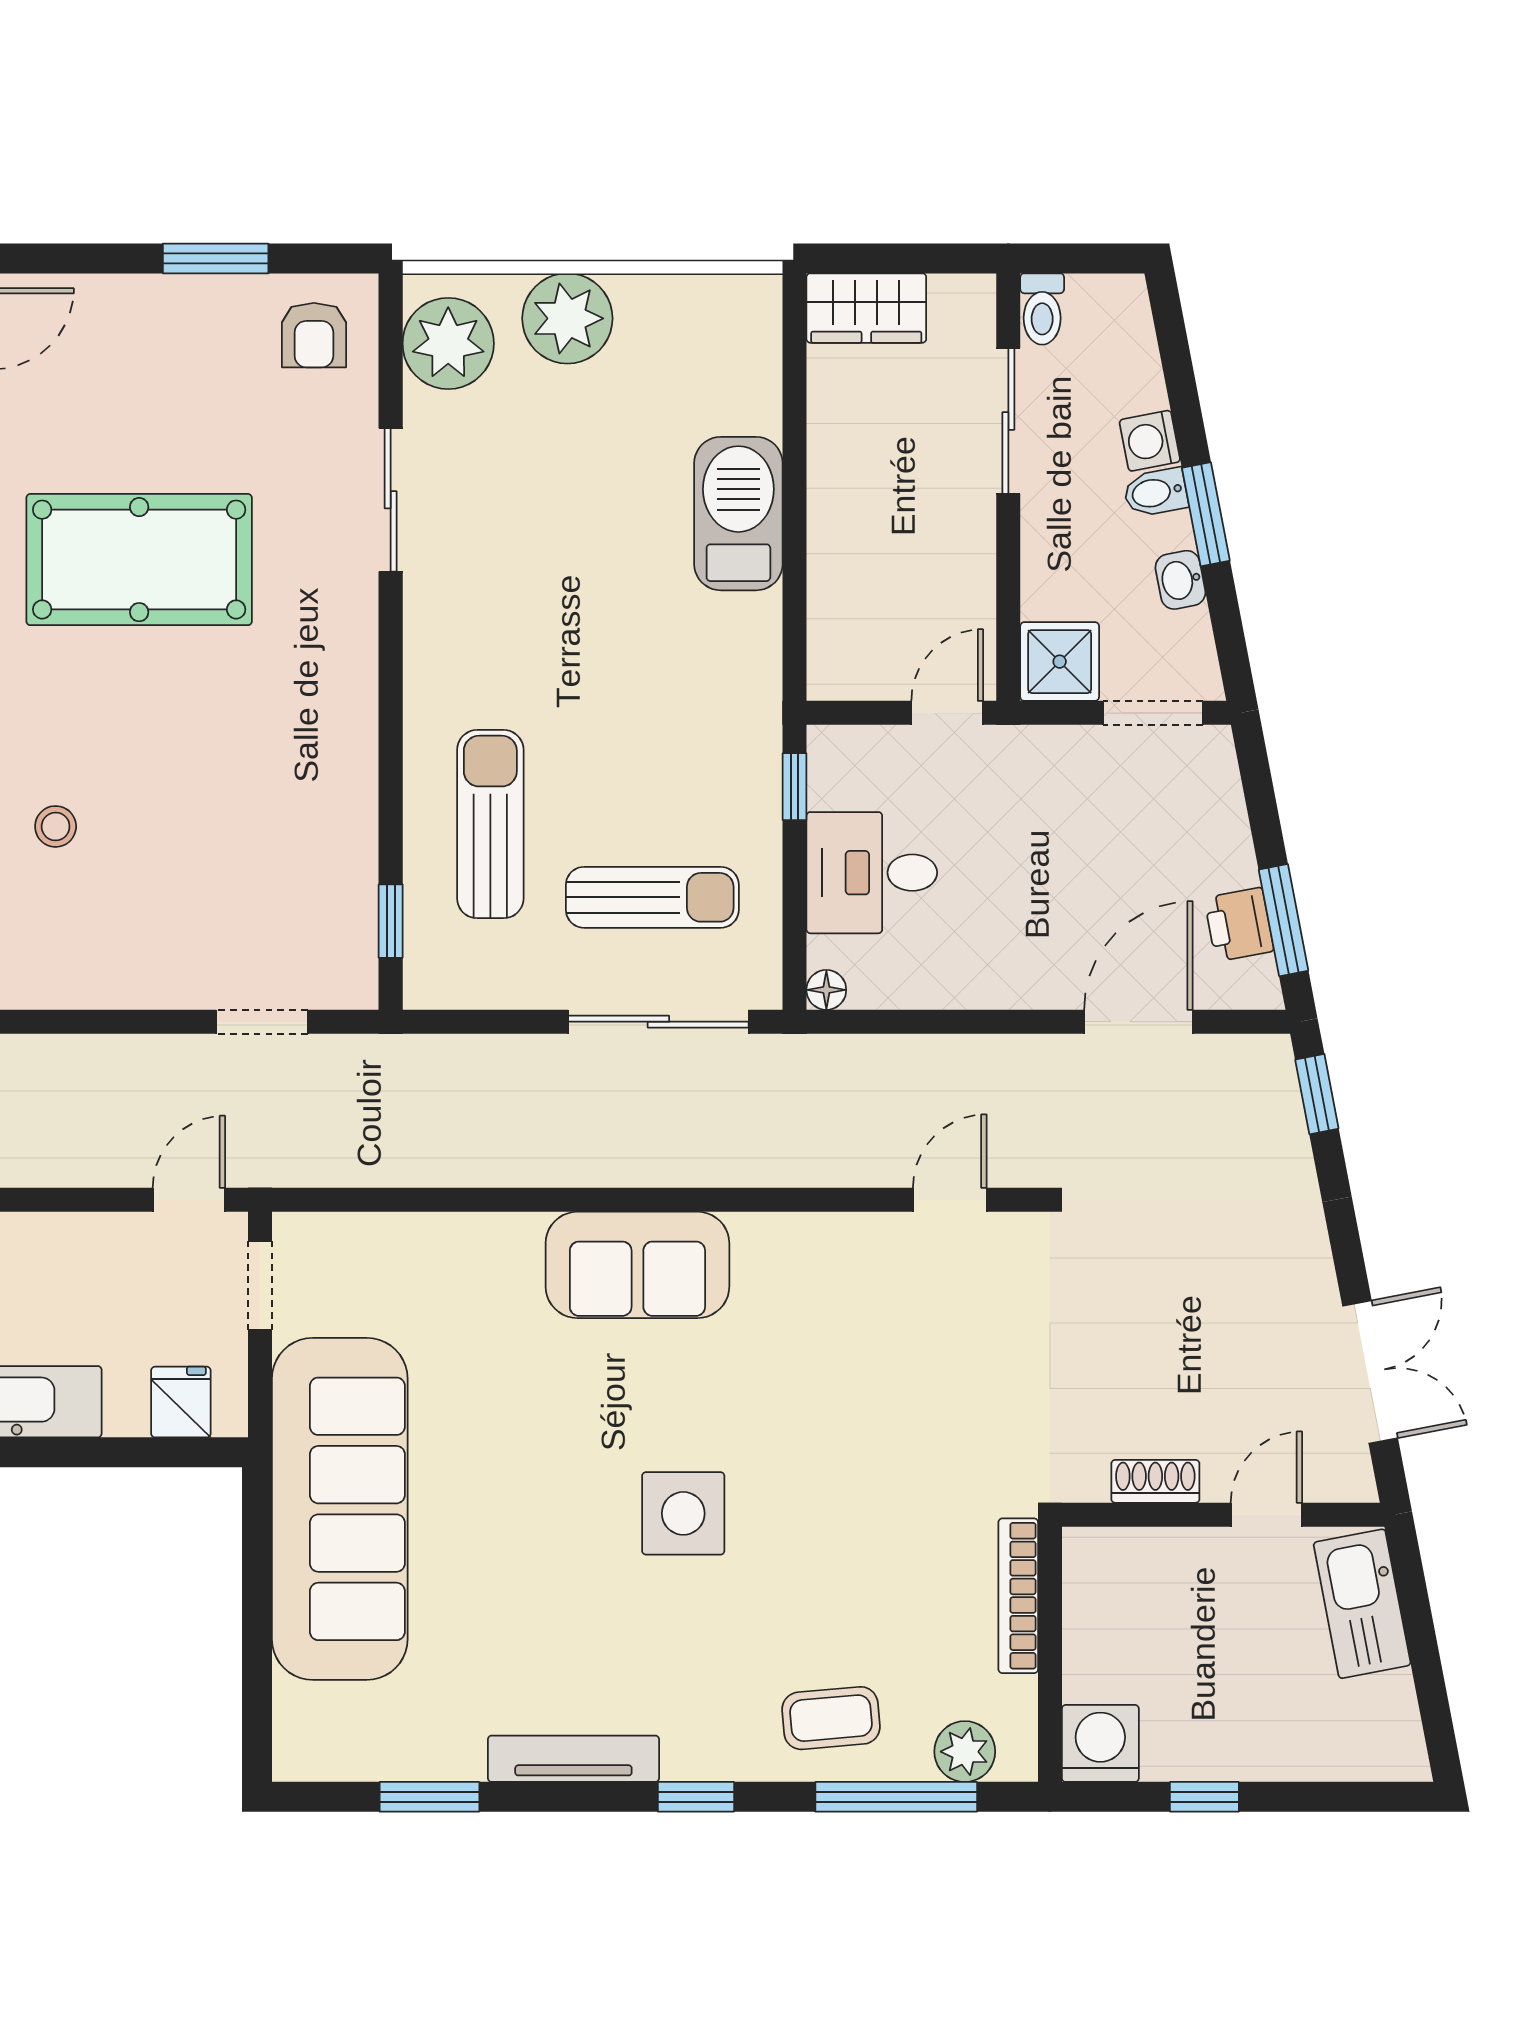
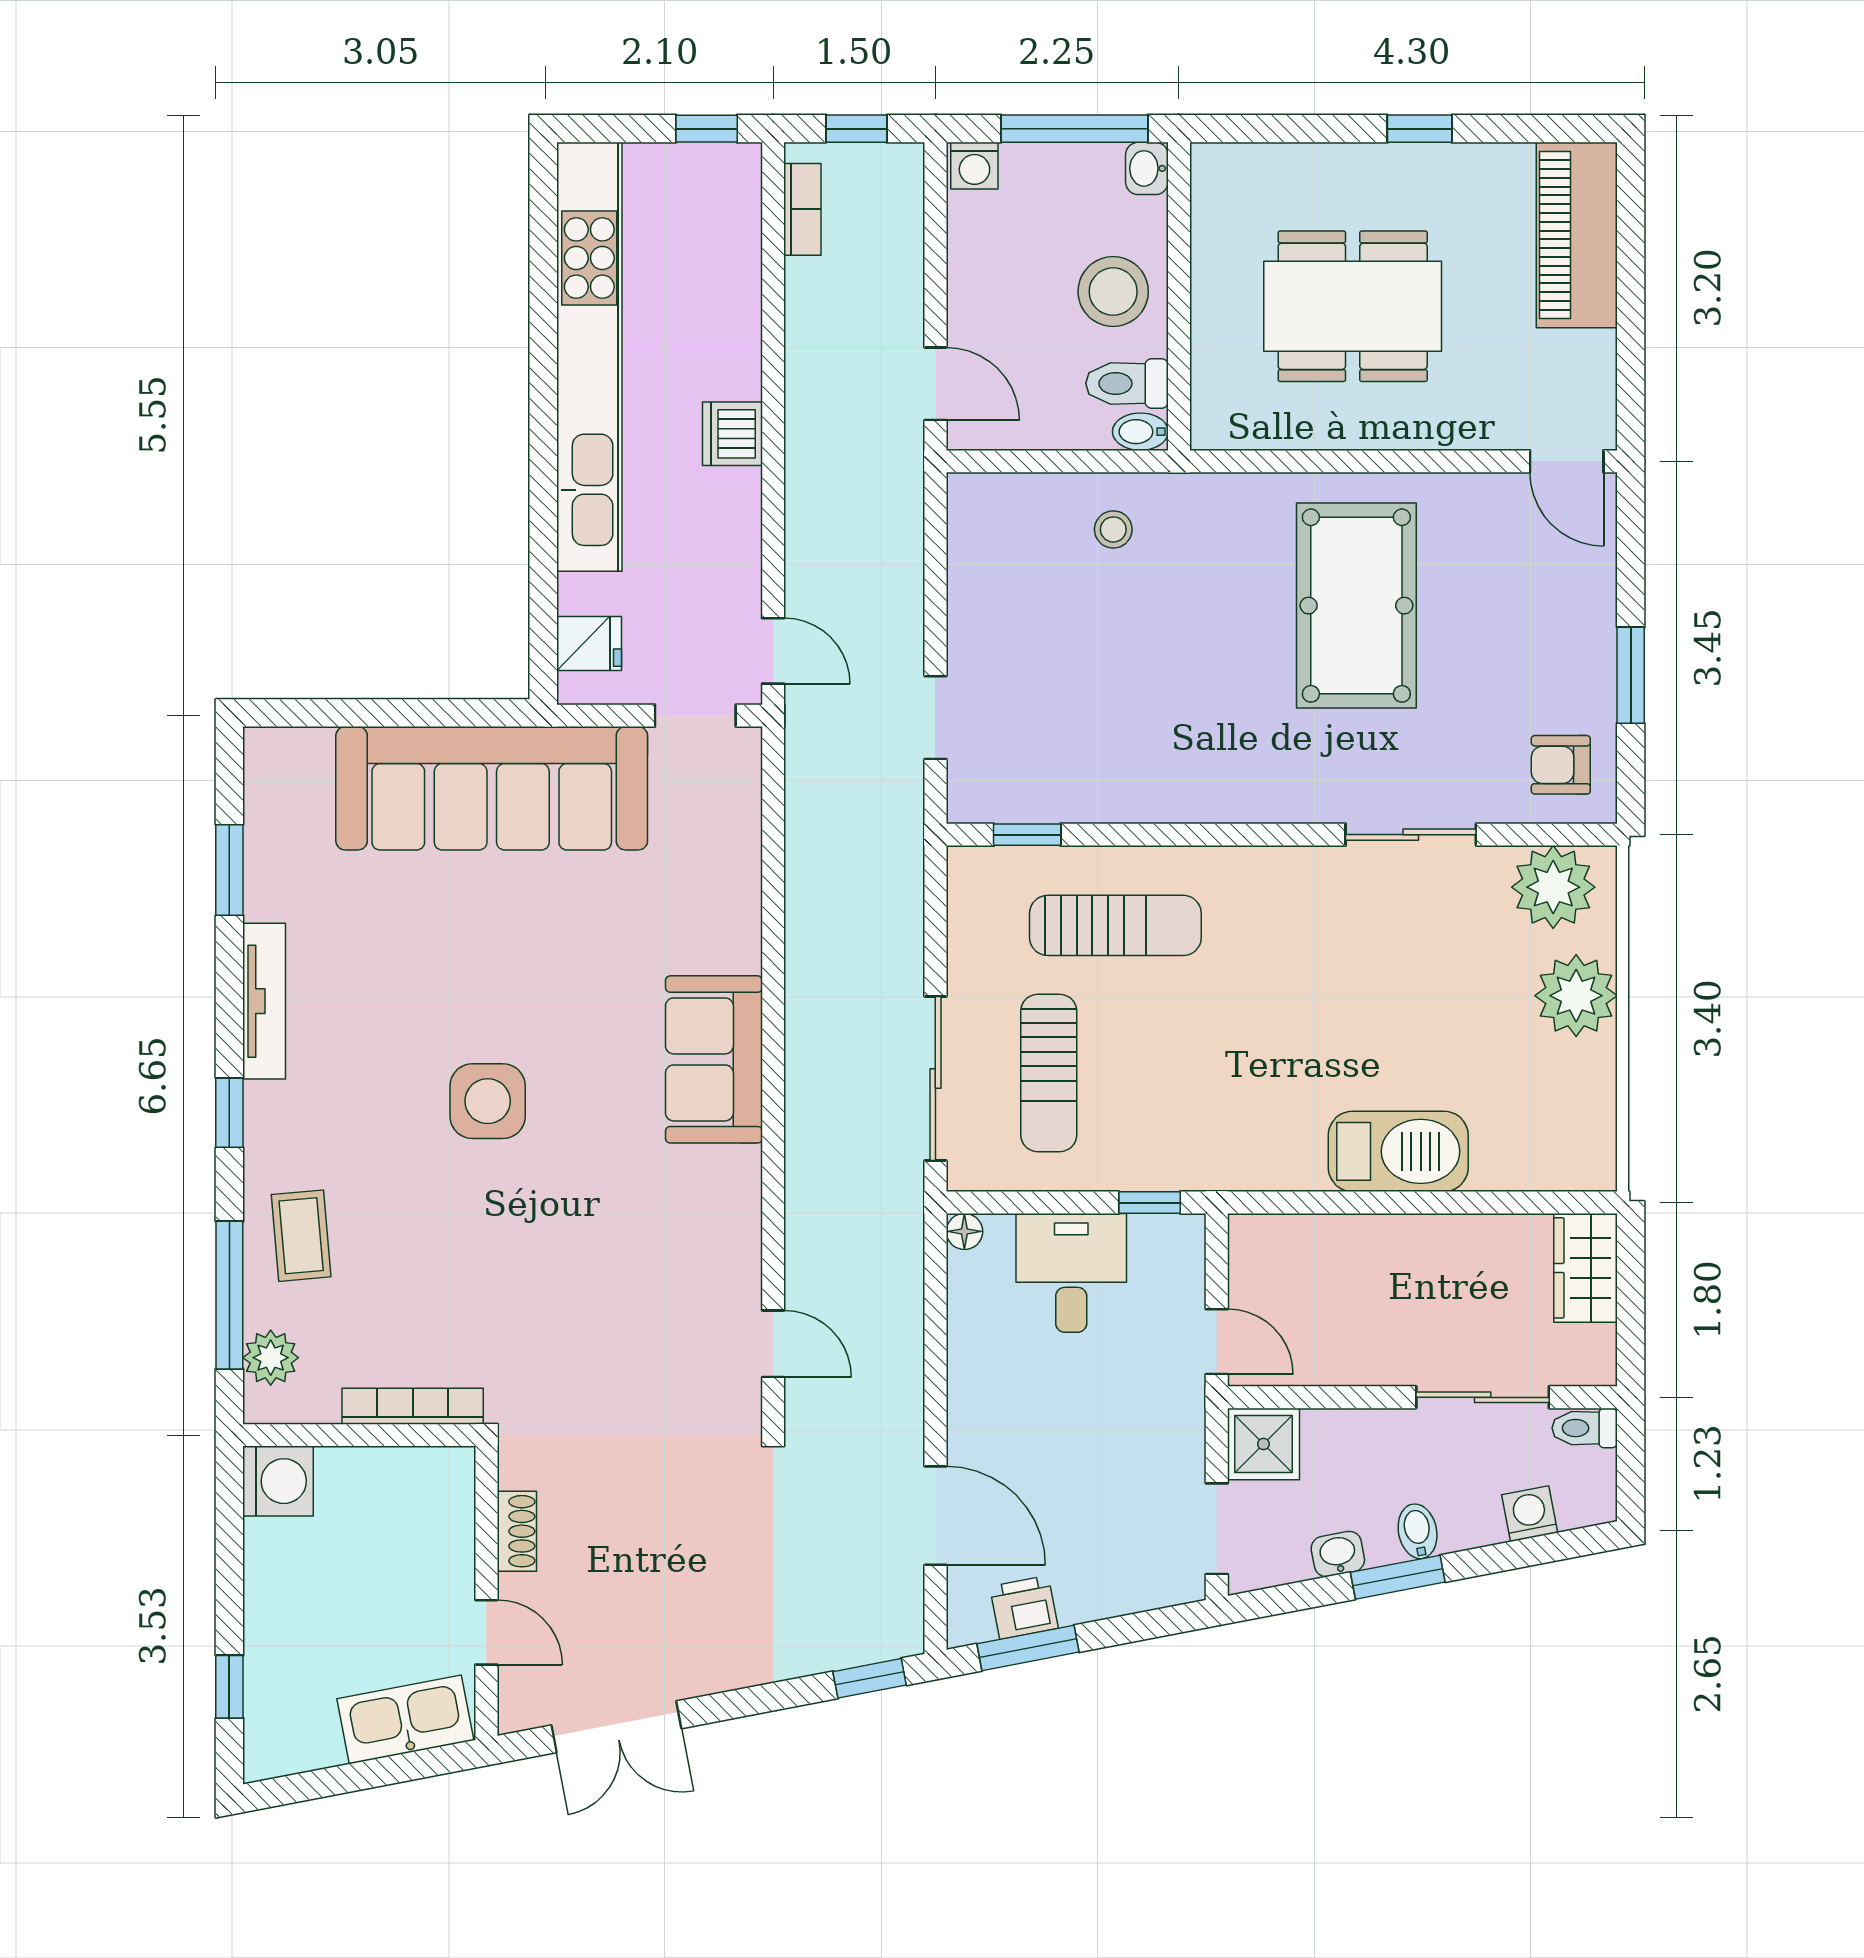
washing machine: (1150, 441) -> (1530, 1514), moved
window: (1204, 1797) -> (229, 1687), moved

